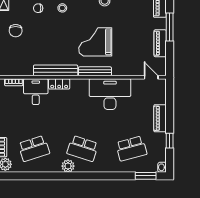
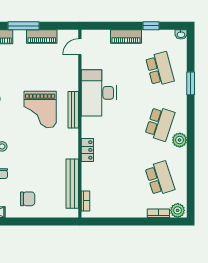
bench: (56, 70) -> (72, 184), moved
desk: (36, 92) -> (96, 176), removed
window: (146, 176) -> (191, 83), moved

